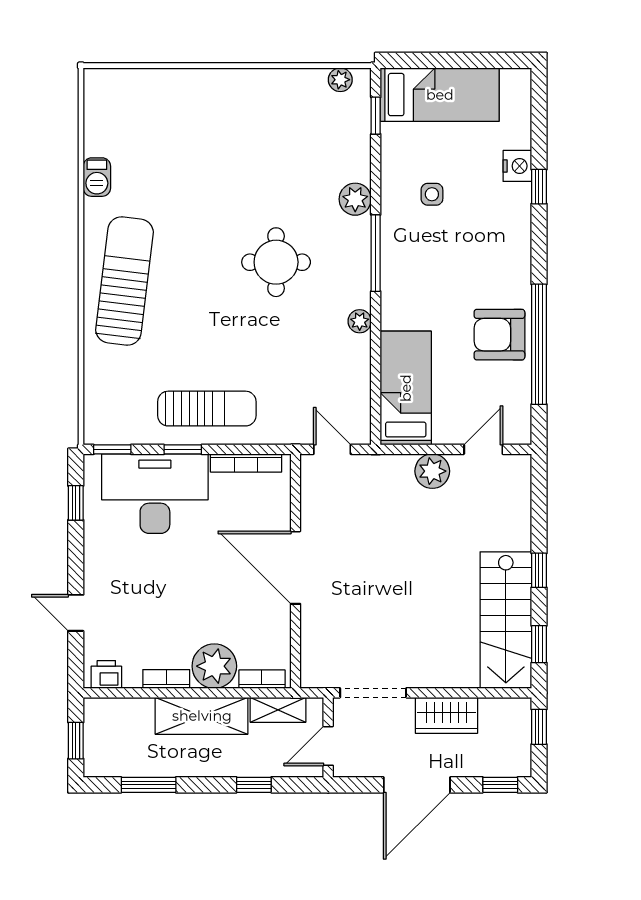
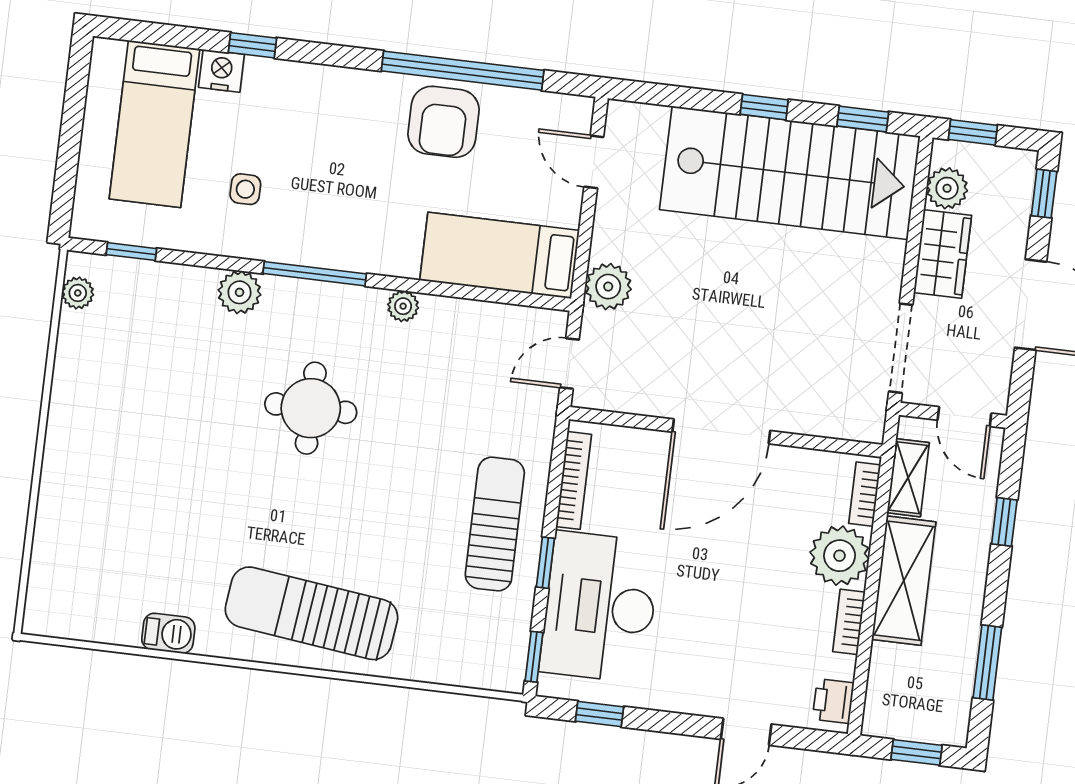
bed: (440, 95) -> (155, 124), moved, turned 180
plant: (432, 471) -> (608, 287), moved
stairs: (506, 620) -> (790, 173), width x1.36, depth x1.51
plant: (495, 713) -> (947, 188), added

